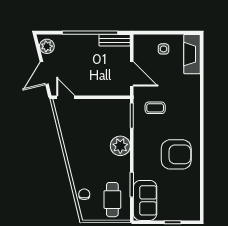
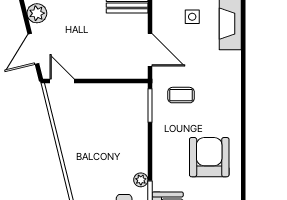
plant: (120, 146) -> (141, 180), moved, width x0.53, depth x0.53
armchair: (176, 154) -> (209, 157), turned -90

